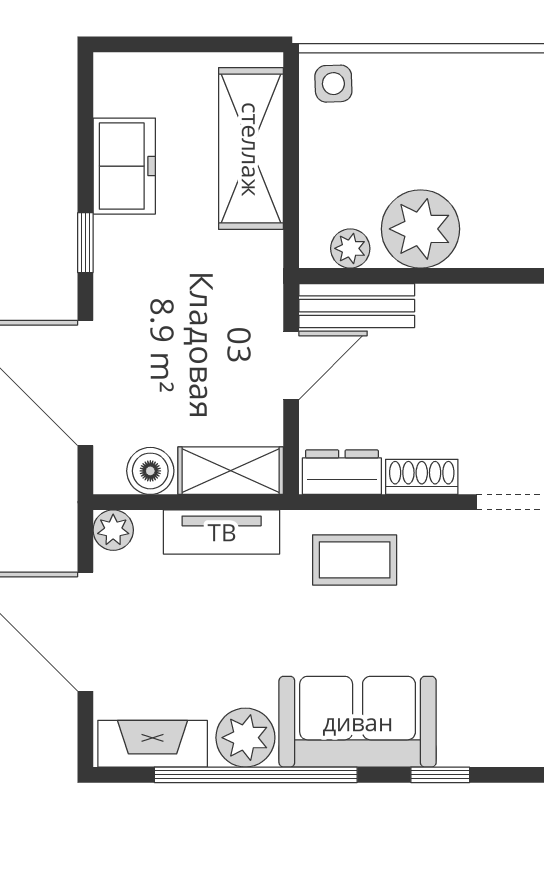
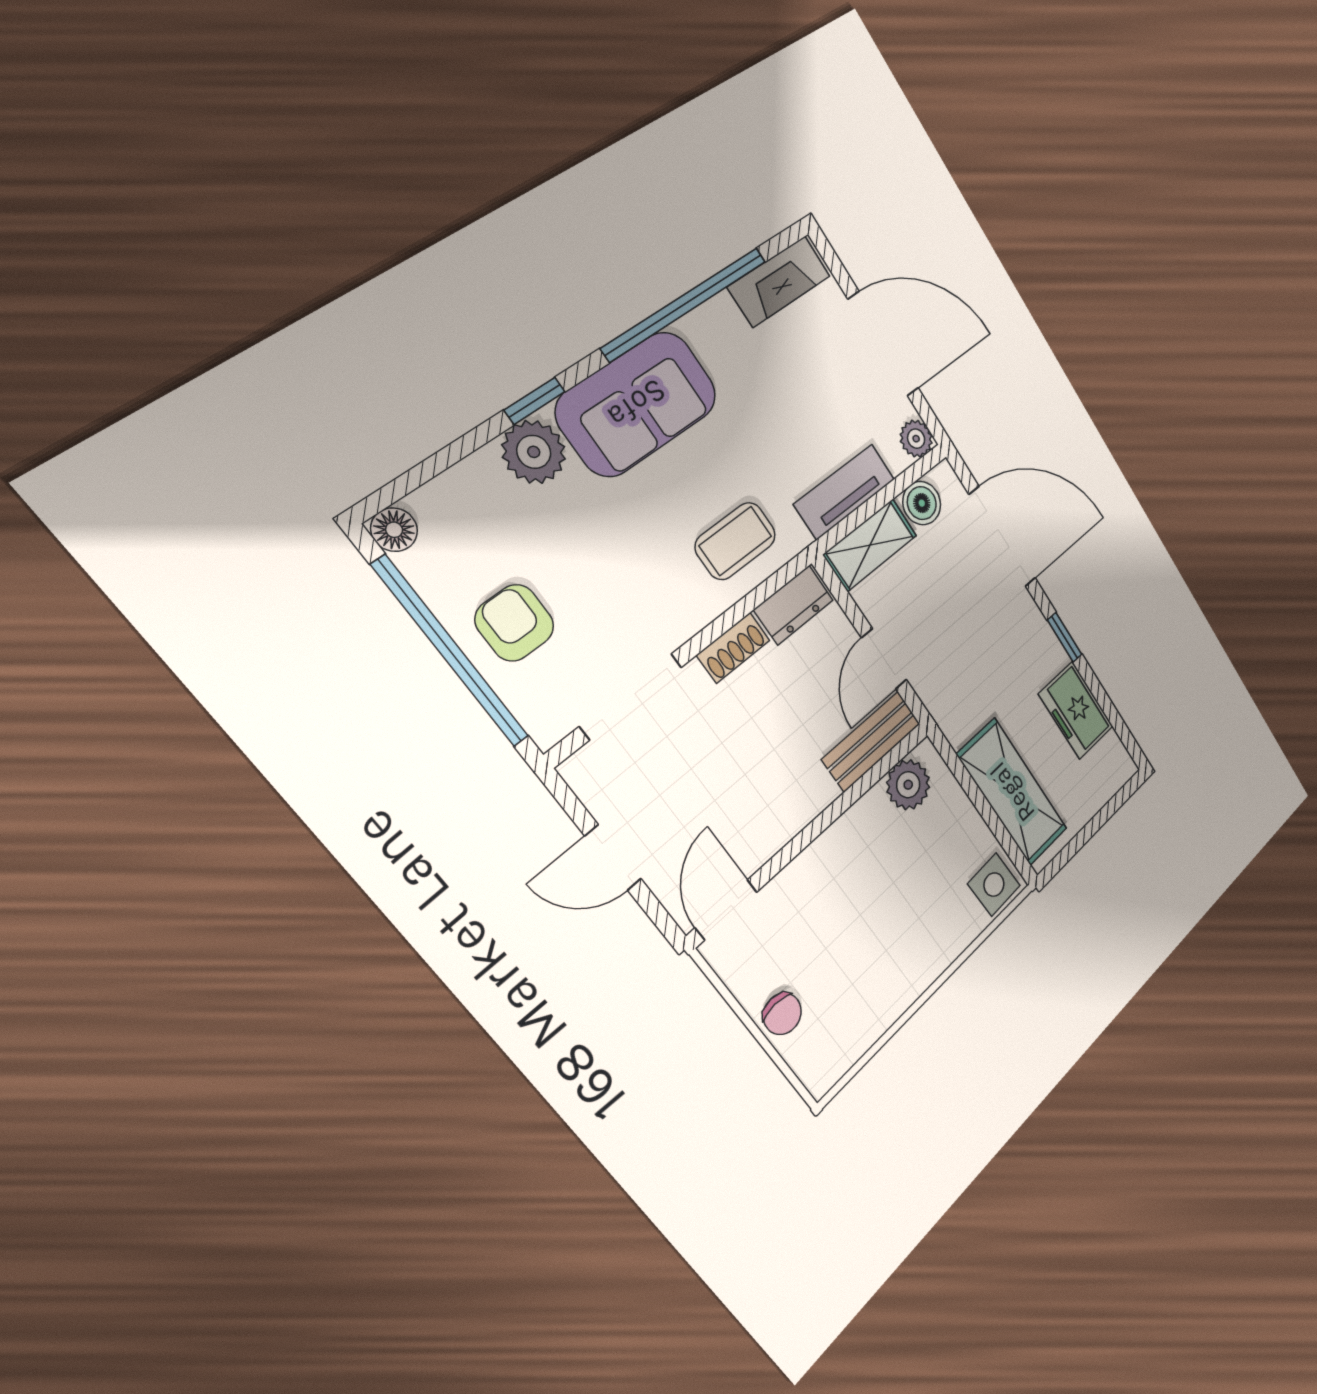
side table: (333, 84) -> (994, 885), width x1.37, depth x1.37
plant: (420, 229) -> (869, 836), removed
plant: (350, 248) -> (908, 785), width x1.38, depth x1.38
plant: (245, 738) -> (534, 452), moved

